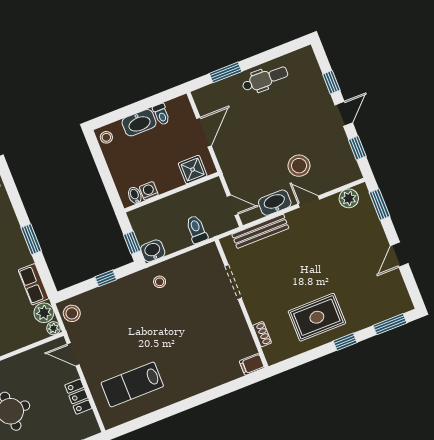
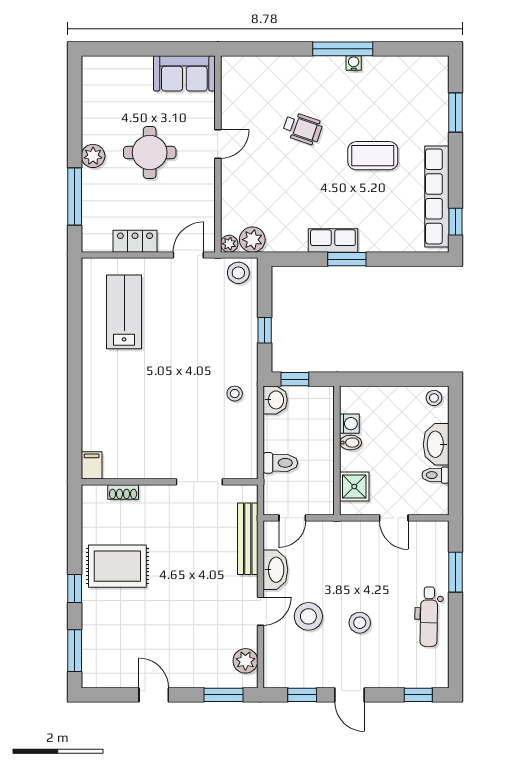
window: (331, 82) -> (418, 695), moved
stool: (289, 127) -> (360, 623), added
door: (204, 132) -> (394, 518), width x0.73
bidet: (135, 195) -> (351, 443), moved
row of seats: (33, 284) -> (333, 241), moved
rug: (317, 317) -> (117, 566), turned 90

